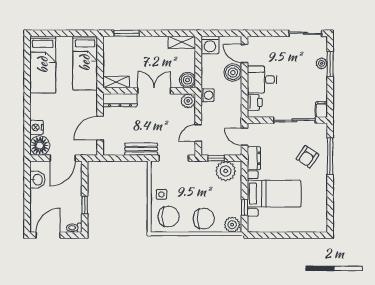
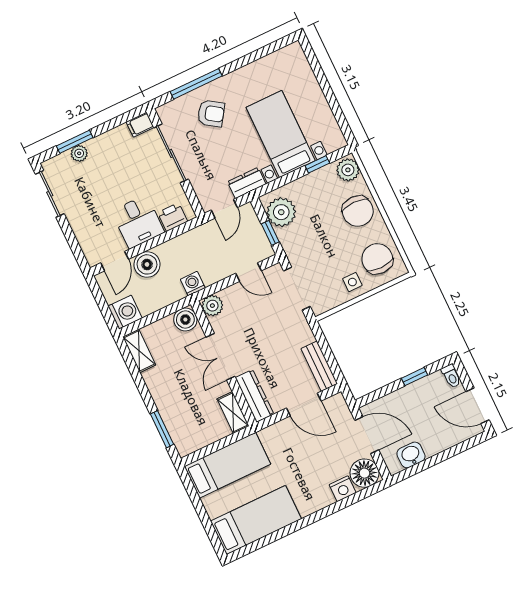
bench: (141, 149) -> (319, 366), moved
chair: (204, 219) -> (358, 211), turned 180

